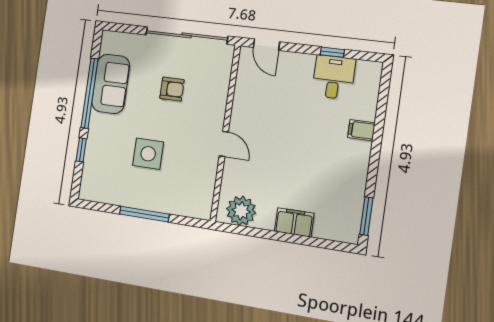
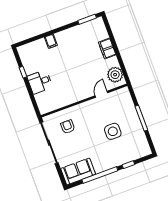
door: (266, 45) -> (34, 103), removed
desk: (334, 77) -> (40, 82), moved
sofa: (111, 84) -> (78, 171), moved
armchair: (172, 89) -> (68, 127), moved
door: (224, 144) -> (101, 94), moved

